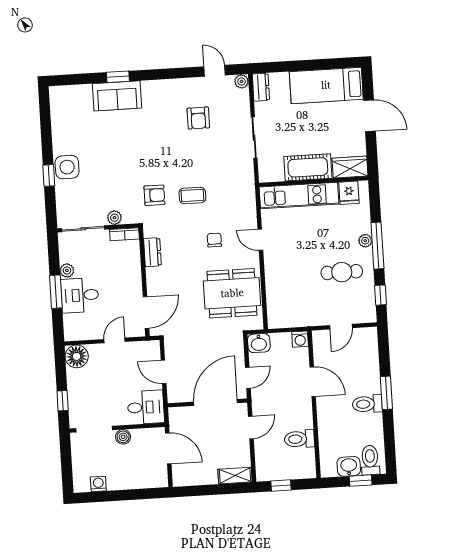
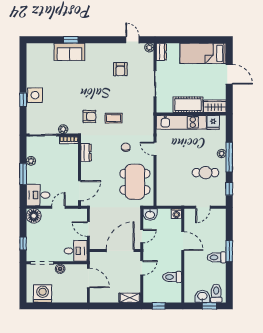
dining table: (232, 293) -> (135, 182), turned 90
desk: (80, 295) -> (38, 195), moved
washing machine: (98, 484) -> (43, 294), width x1.89, depth x1.89

